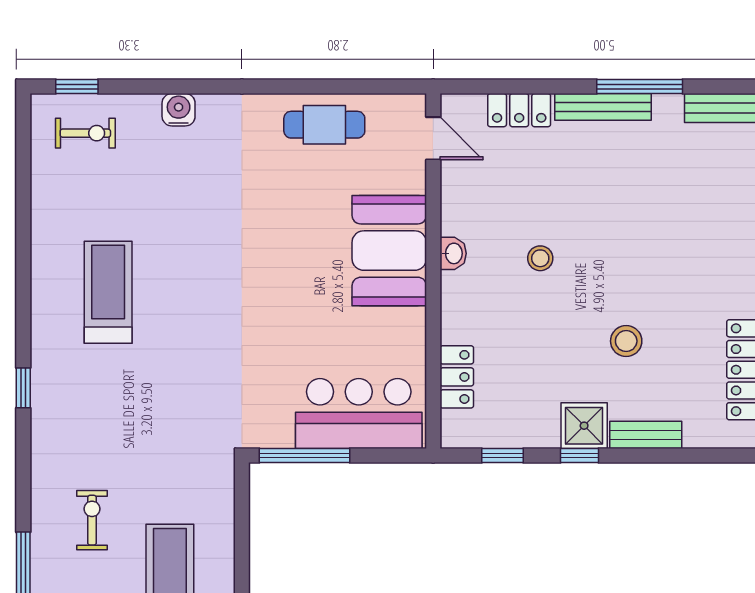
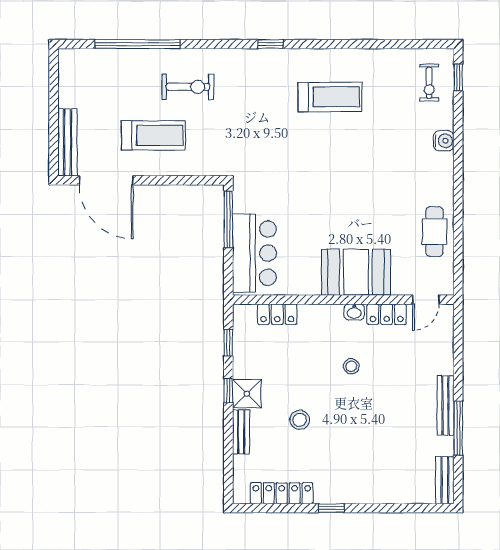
locker: (519, 110) -> (387, 314), moved, turned -90
exercise bike: (92, 520) -> (188, 87), width x1.38, depth x1.39

